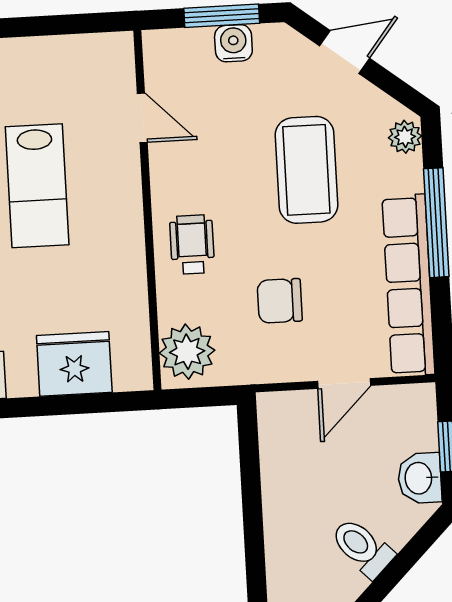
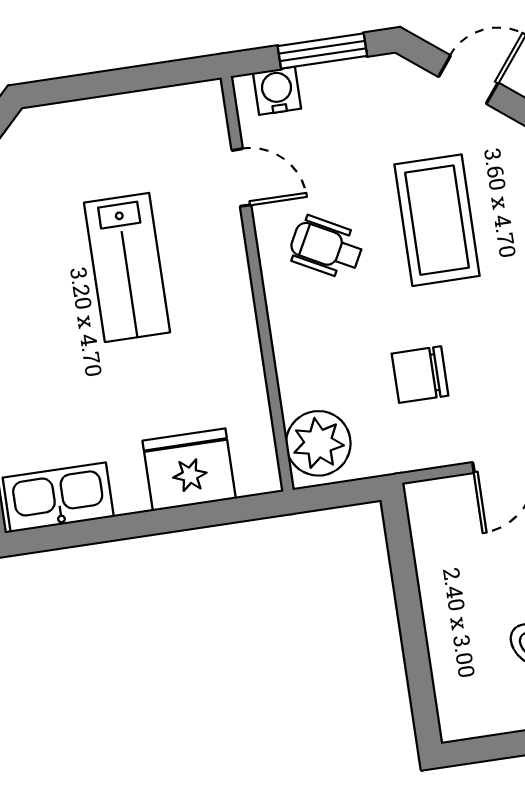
water cooler: (233, 43) -> (277, 91), moved
wheelchair: (192, 245) -> (326, 247), moved, turned -62

